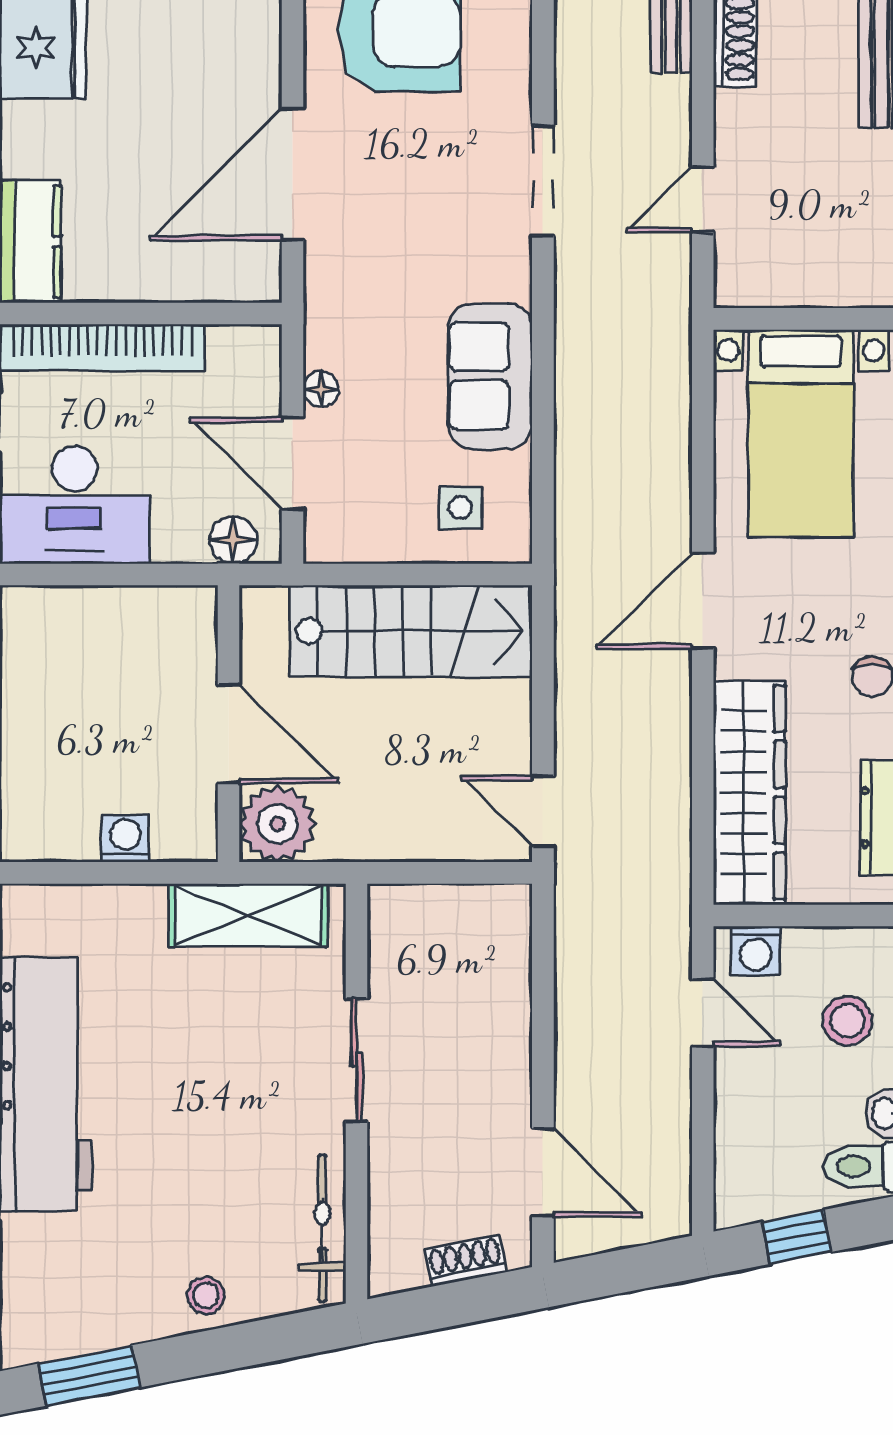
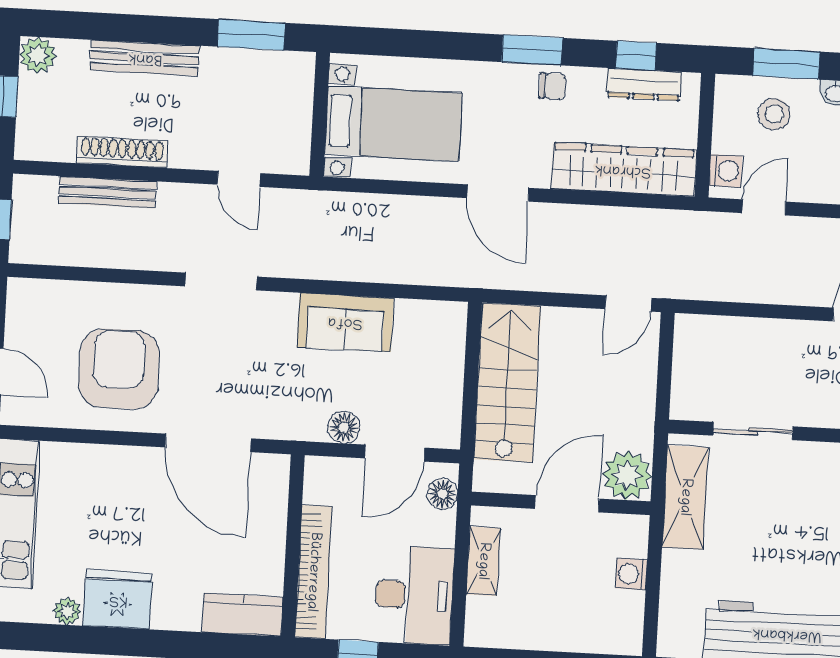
floor lamp: (321, 389) -> (344, 427), width x1.37, depth x1.37
side table: (461, 508) -> (429, 346), removed
shelving: (133, 609) -> (483, 561), added
sliding door: (356, 1060) -> (753, 431), moved

